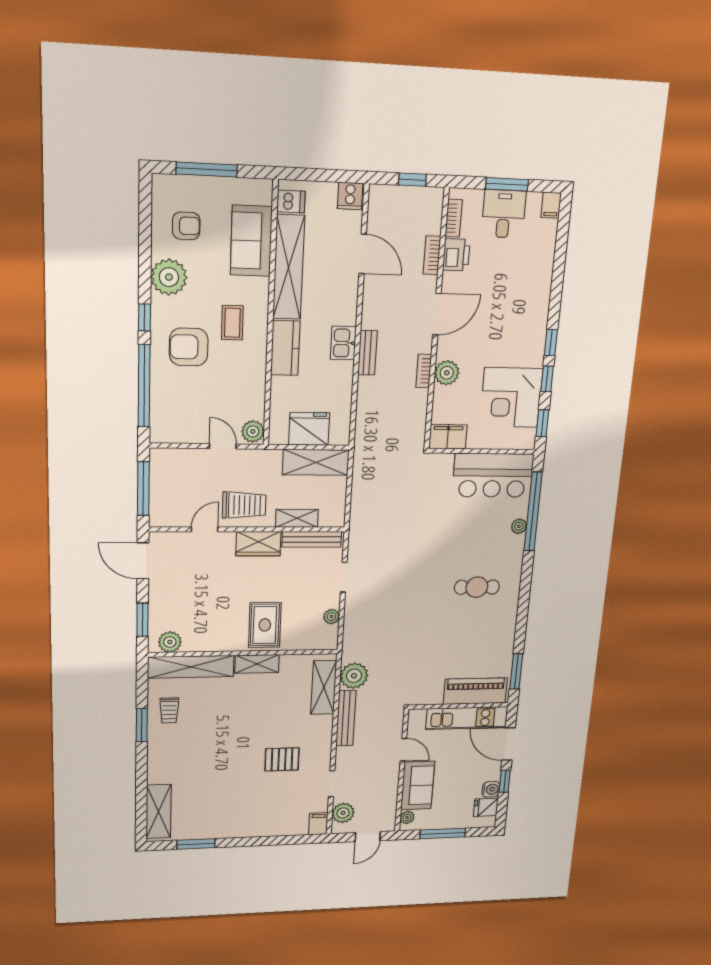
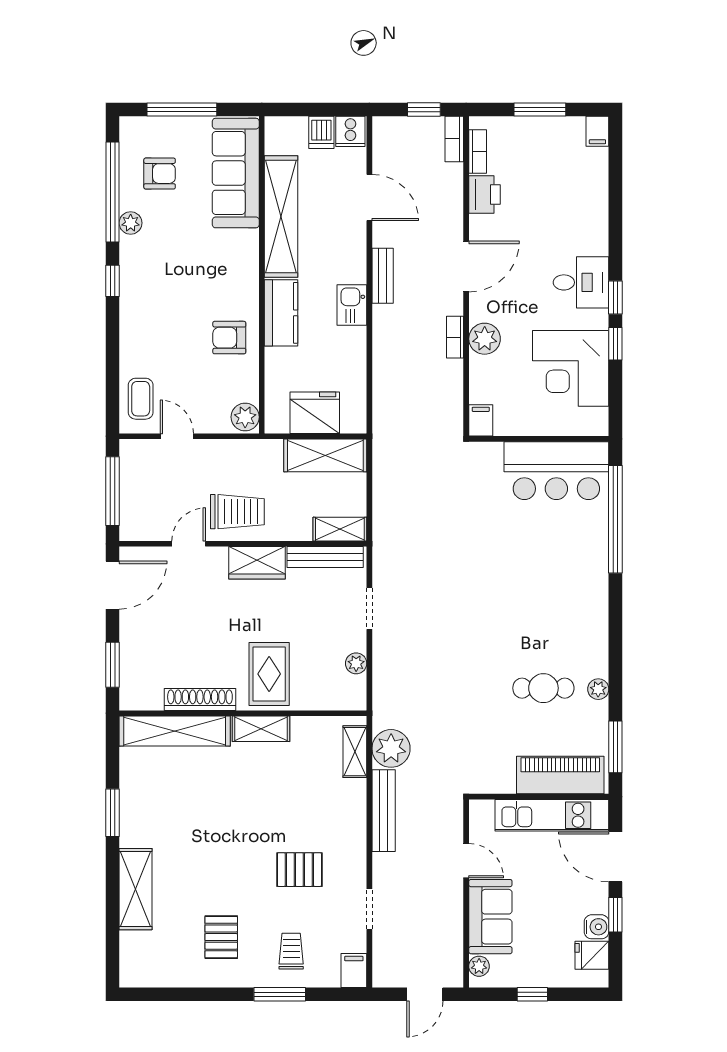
dishwasher: (291, 202) -> (321, 132), moved, turned 90
desk: (504, 214) -> (581, 282), moved, turned 90
sofa: (251, 241) -> (236, 173), width x1.36
bookcase: (432, 255) -> (454, 139), moved
plant: (169, 277) -> (131, 223), width x0.53, depth x0.53
coffee table: (232, 323) -> (141, 399), moved
armchair: (189, 347) -> (229, 338), moved, width x0.72, depth x0.72
bench: (367, 353) -> (383, 276), moved
window: (144, 386) -> (113, 192), moved
window: (542, 423) -> (615, 401), removed
filing cabinet: (448, 437) -> (481, 420), width x0.50
door: (223, 446) -> (177, 436), moved
shelving: (297, 518) -> (340, 529), moved
plant: (519, 526) -> (598, 689), moved
door: (143, 561) -> (113, 585), swing flipped
cafe table: (477, 587) -> (543, 688), moved
plant: (170, 642) -> (147, 696), removed
shoe rack: (211, 644) -> (200, 700), added
shelving: (324, 687) -> (355, 752), width x0.67, depth x0.75
trolley: (169, 710) -> (291, 951), moved, turned 180
pallet: (223, 806) -> (221, 937), added
shelving: (159, 811) -> (136, 889), moved
plant: (343, 813) -> (388, 955), removed
window: (443, 833) -> (532, 994), width x0.46
window: (196, 844) -> (280, 994), moved

